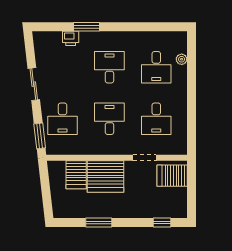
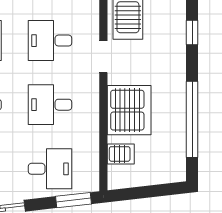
desk: (156, 119) -> (50, 41), turned 180
server rack: (76, 175) -> (121, 154), width x0.73, depth x0.70
window: (99, 223) -> (192, 119), width x2.11

